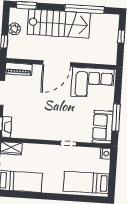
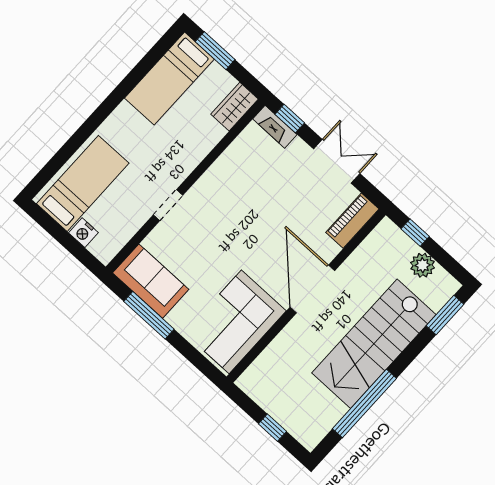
nightstand: (105, 154) -> (83, 233), moved

